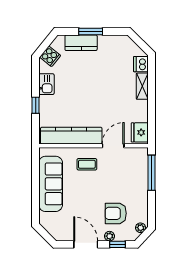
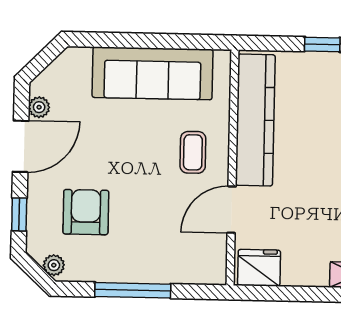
door: (113, 146) -> (232, 210), swing flipped
window: (151, 173) -> (133, 290), moved
plant: (109, 236) -> (39, 107), moved

